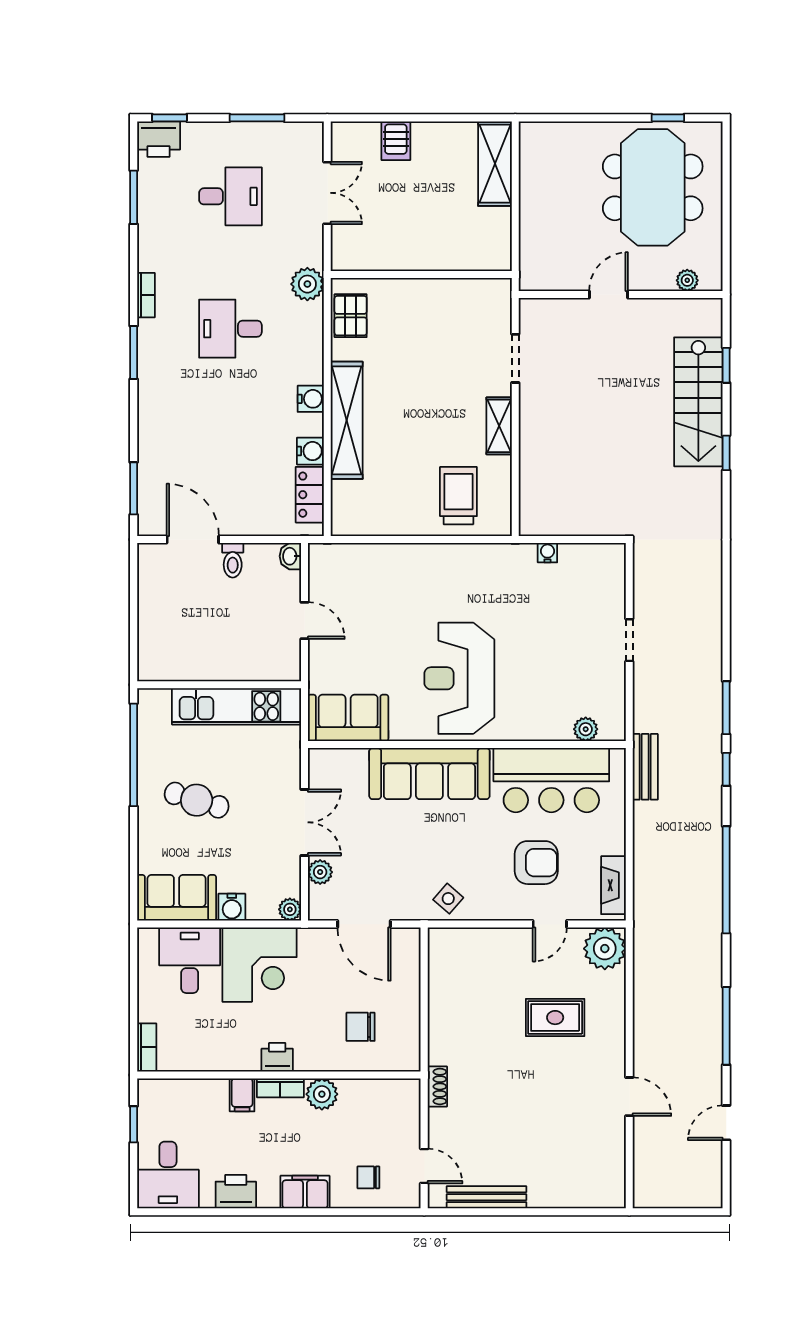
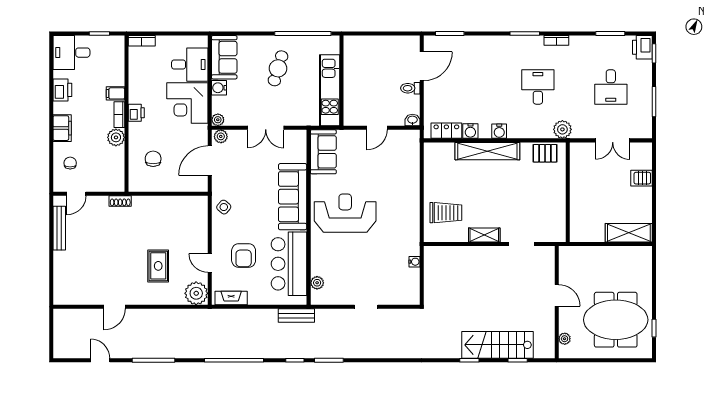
plant: (320, 872) -> (221, 136), moved

